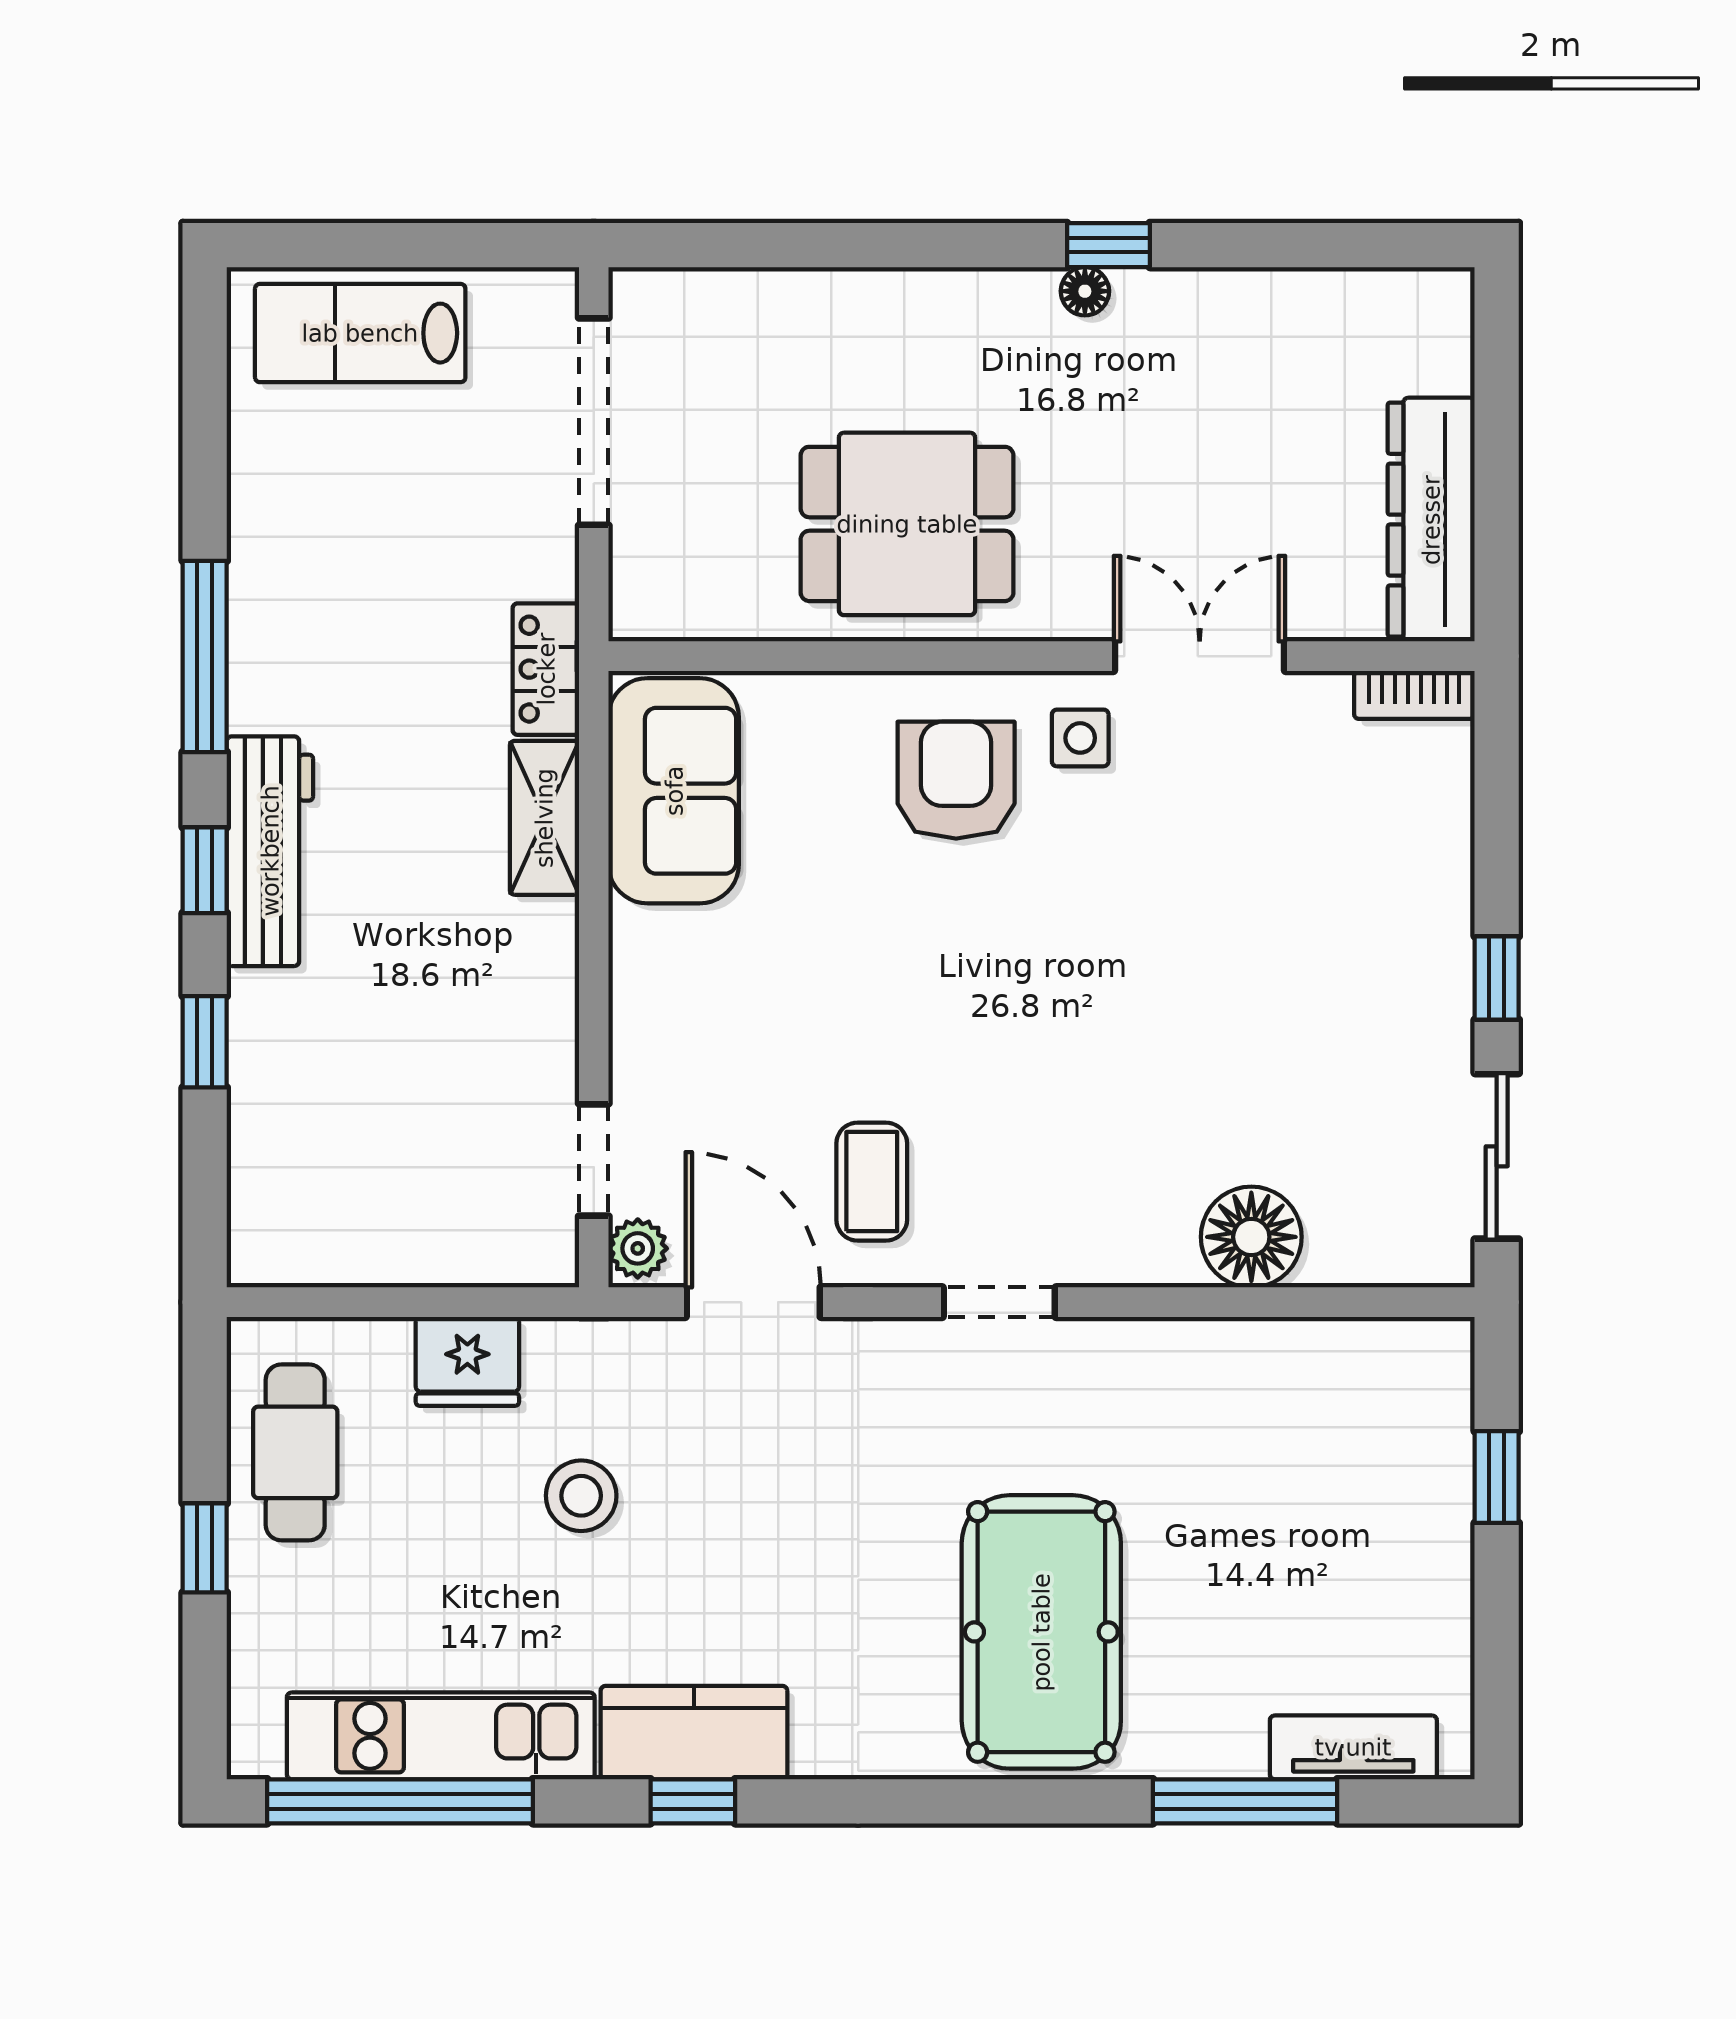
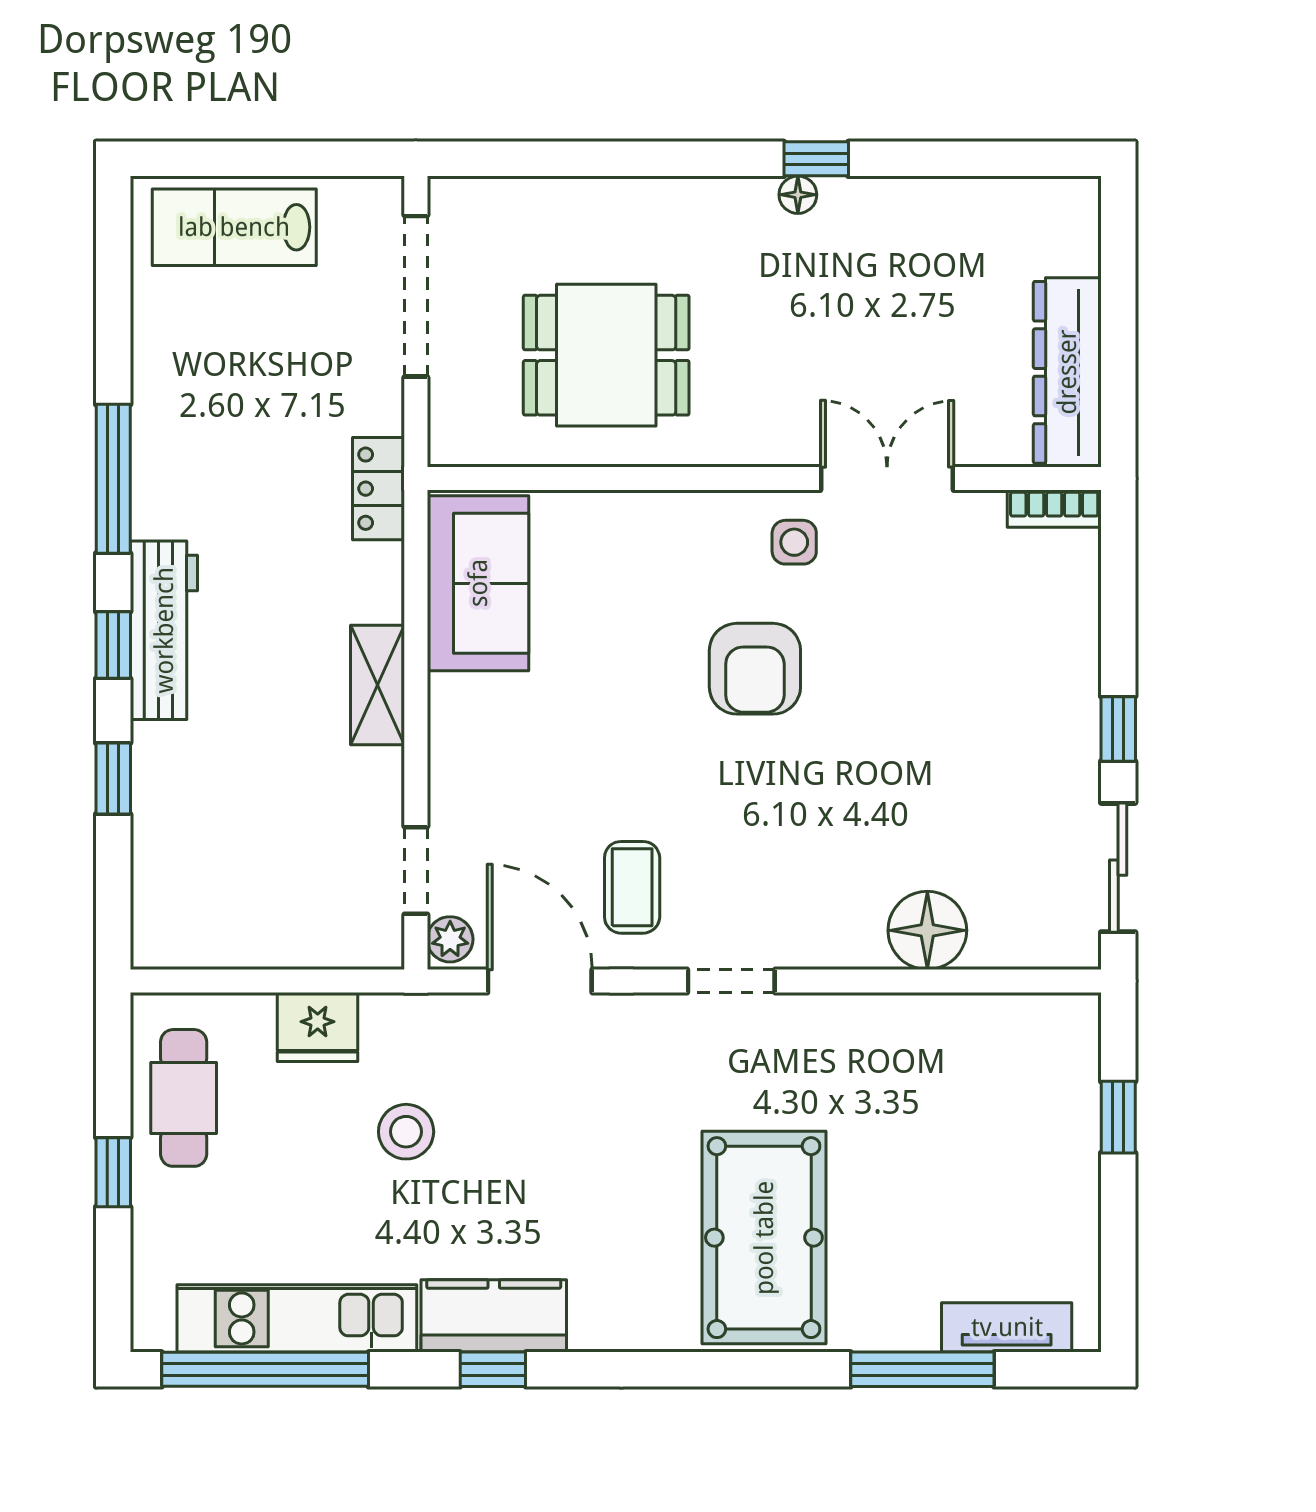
dining table: (907, 524) -> (606, 355), moved
armchair: (956, 780) -> (755, 669), moved, turned 180
shelving: (544, 818) -> (377, 685), moved

